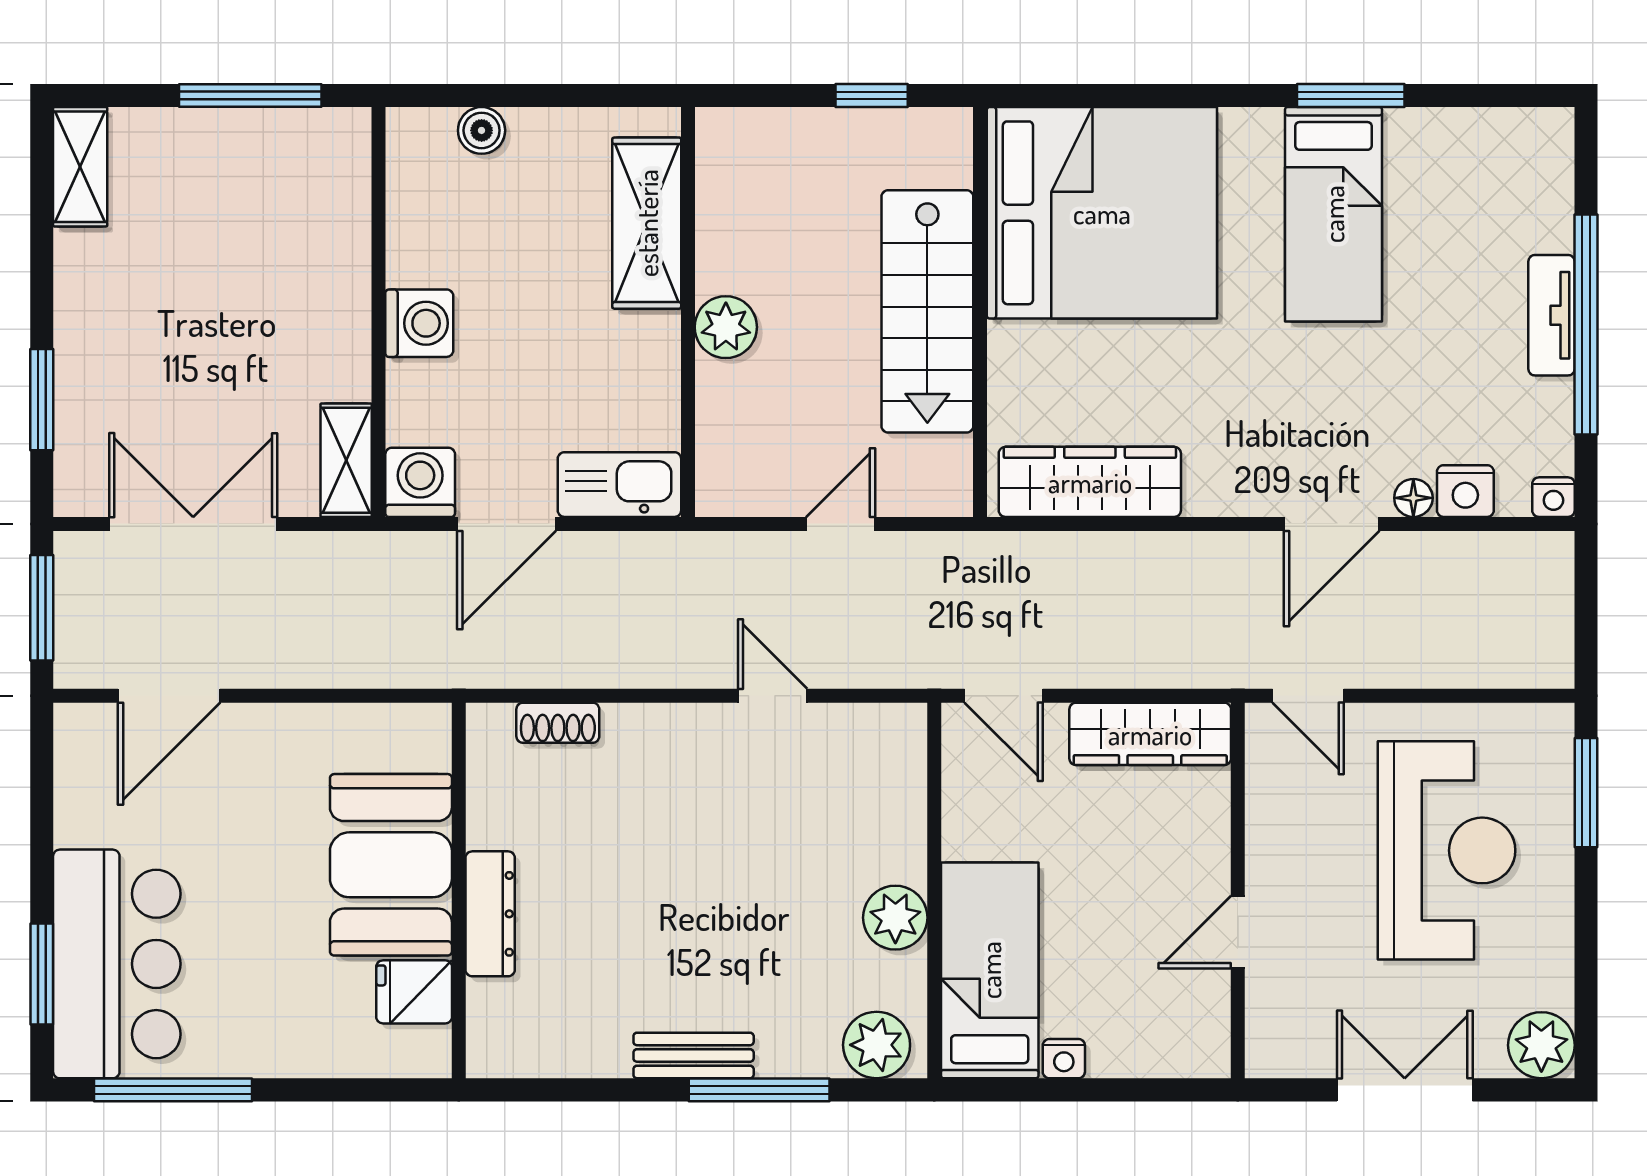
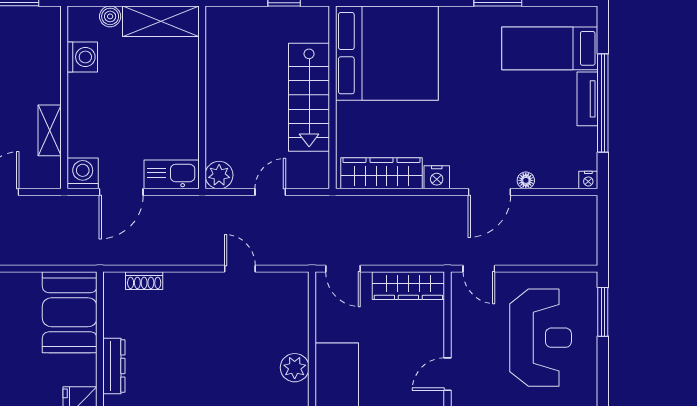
bed: (1333, 214) -> (550, 48), moved, turned 90
shelving: (647, 223) -> (161, 21), moved, turned 90
washing machine: (419, 323) -> (82, 57), moved
plant: (726, 327) -> (219, 175), moved
shelving: (346, 460) -> (50, 130), moved
nightstand: (1465, 491) -> (437, 177), moved
booth: (391, 865) -> (70, 312), moved

